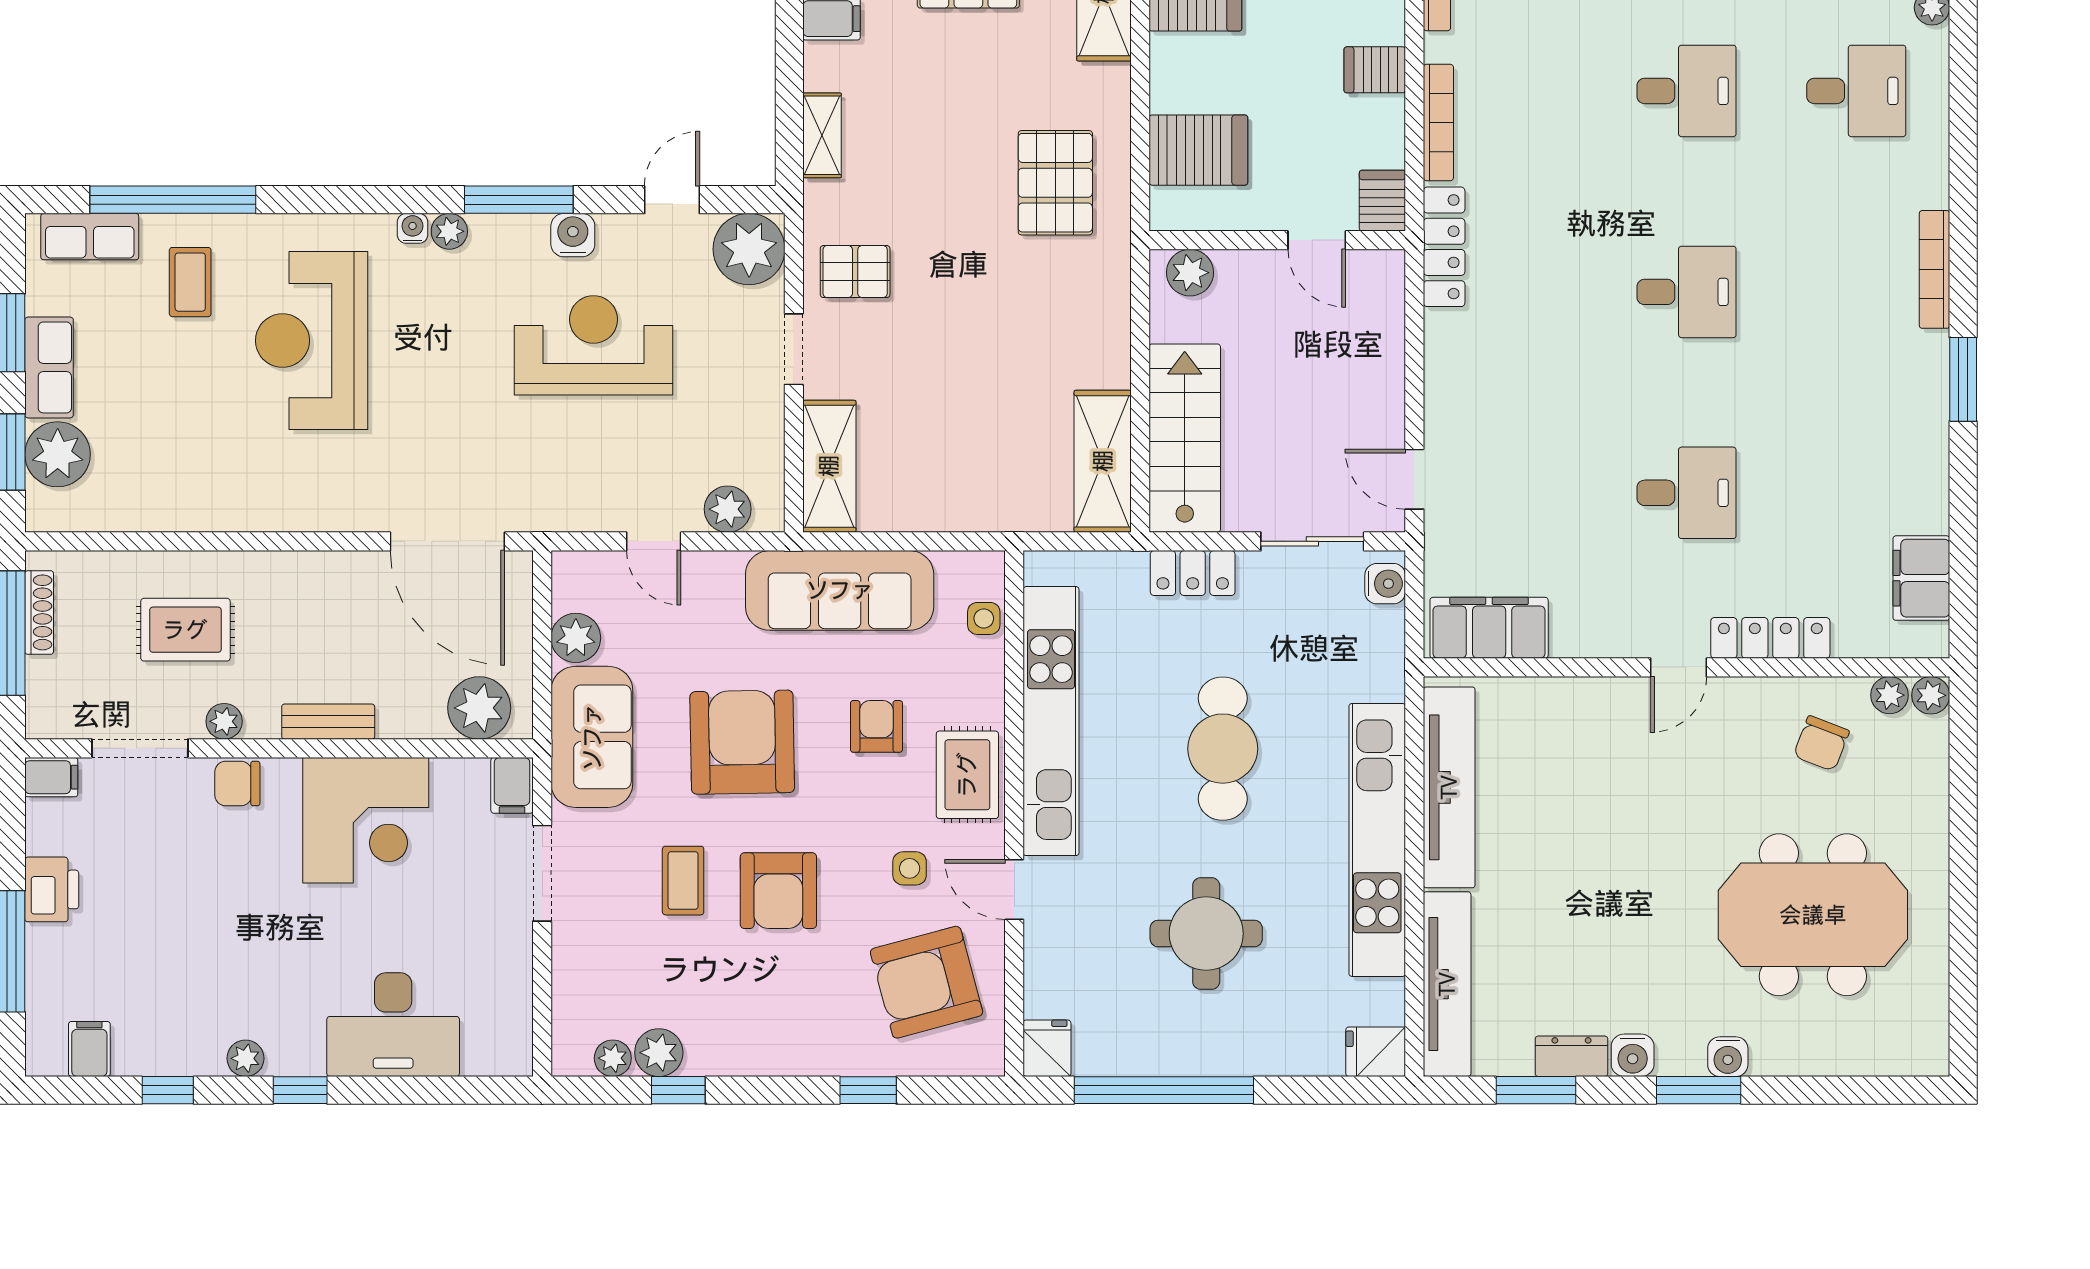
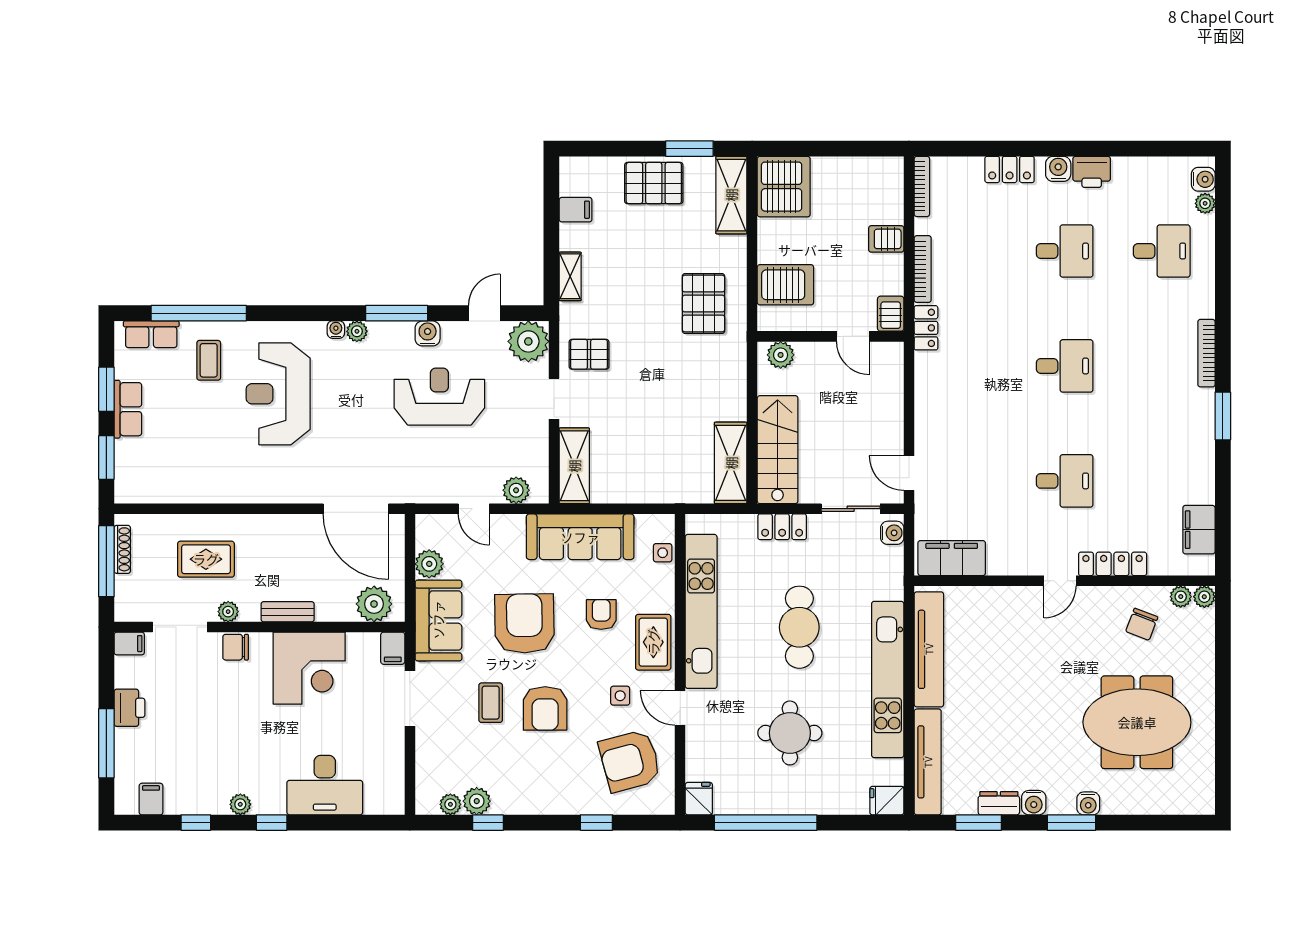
locker: (1444, 247) -> (926, 328), width x0.66
plant: (58, 454) -> (133, 459), removed

